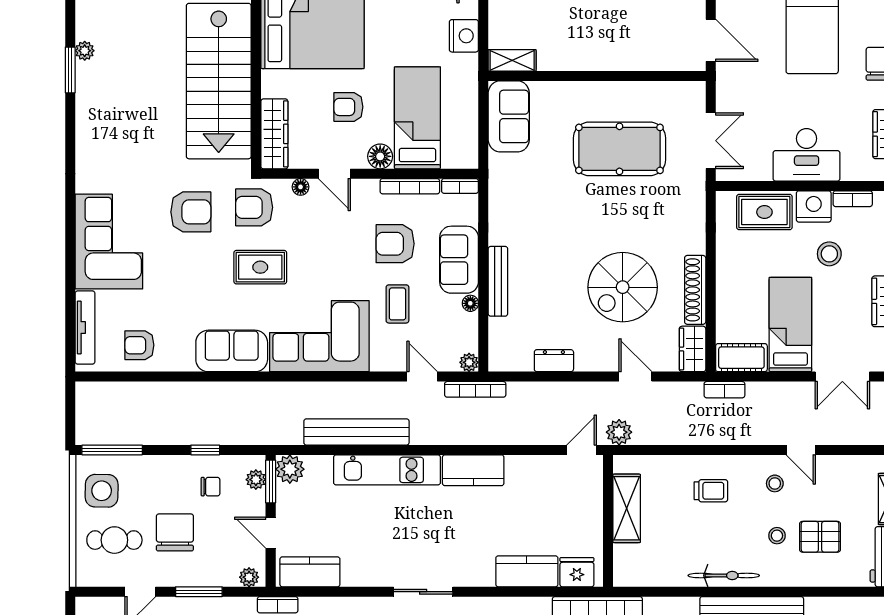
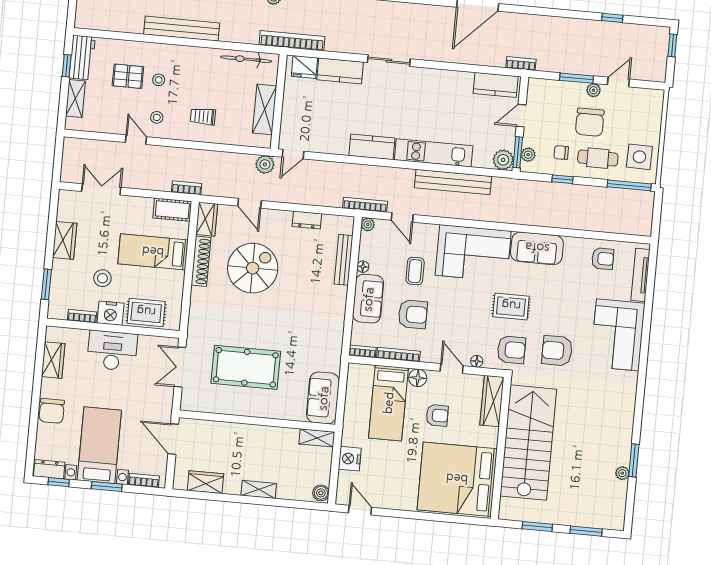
bench: (498, 281) -> (344, 260), moved
bed: (790, 324) -> (153, 252), moved, turned 90
door: (271, 533) -> (521, 116), swing flipped
cafe table: (114, 540) -> (598, 158), moved
bicycle: (724, 575) -> (246, 59), moved
plant: (249, 577) -> (594, 90), moved
sliding door: (423, 592) -> (389, 61), moved

